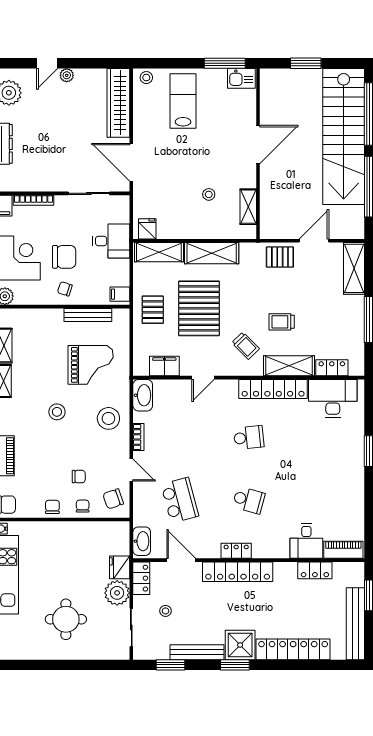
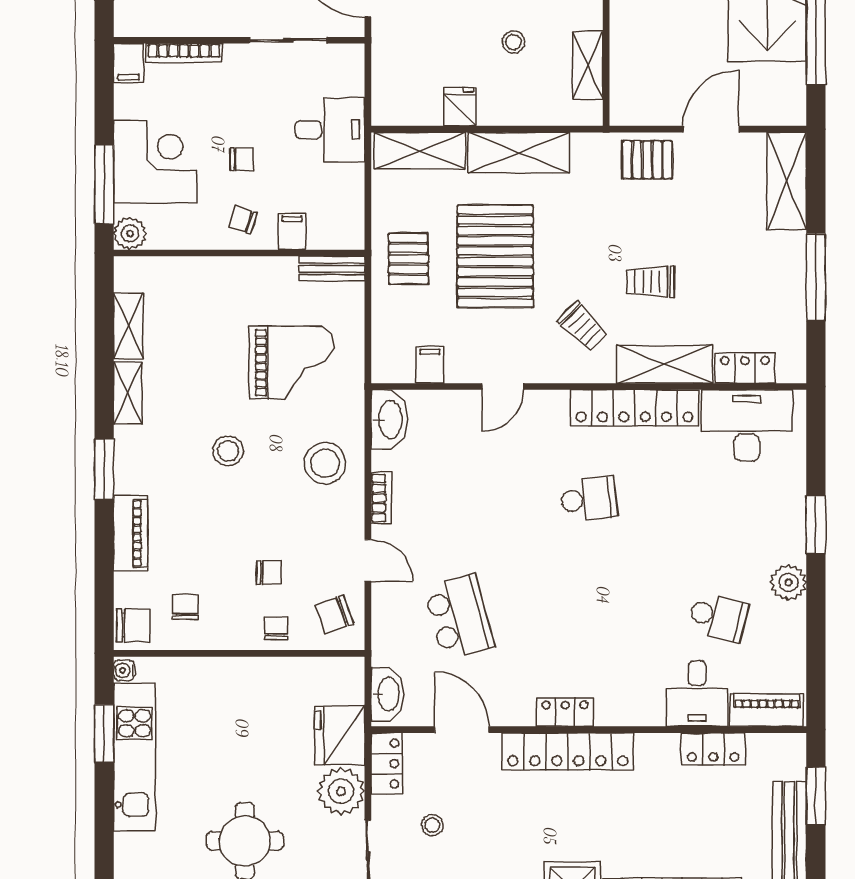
fridge: (147, 229) -> (460, 107), moved
chair: (64, 257) -> (242, 159), width x0.54, depth x0.54
filing cabinet: (120, 294) -> (292, 232), moved, turned 90
bench: (88, 315) -> (332, 269), moved, width x0.73
filing cabinet: (164, 366) -> (430, 365), width x0.50
plant: (355, 482) -> (789, 582), added
school desk: (249, 500) -> (718, 617), moved
chair: (52, 507) -> (186, 607), moved
fridge: (120, 567) -> (340, 736), width x1.36, depth x1.34

